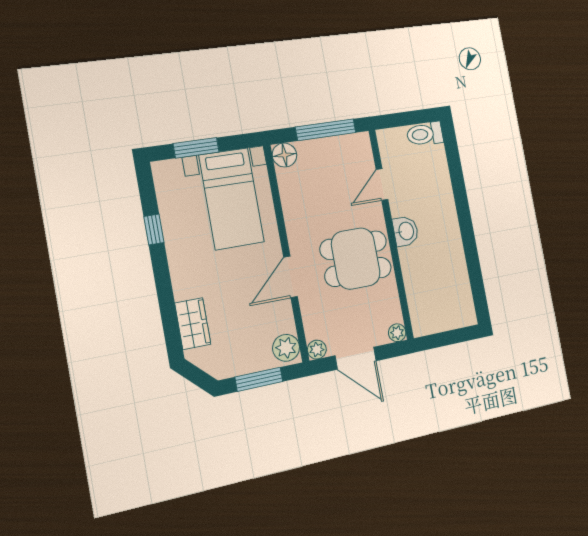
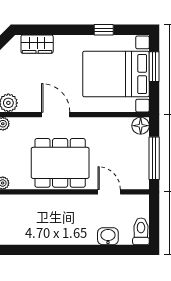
bed with nightstands: (232, 199) -> (116, 74), width x1.36
washbasin: (406, 231) -> (108, 236), moved, turned 180
dining table: (356, 259) -> (60, 163), width x1.38

